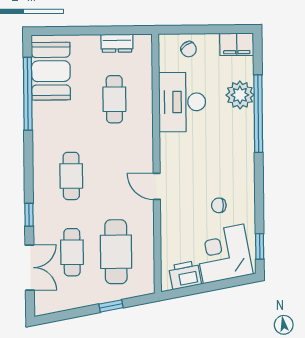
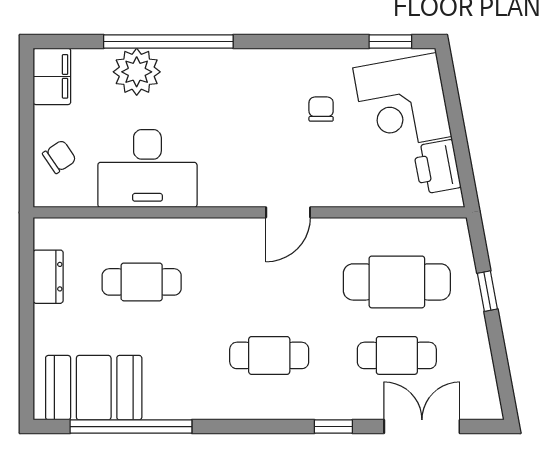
chair: (219, 205) -> (321, 109), turned 180

